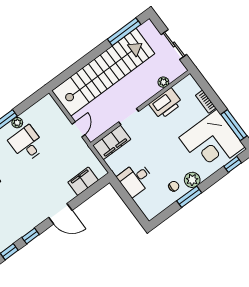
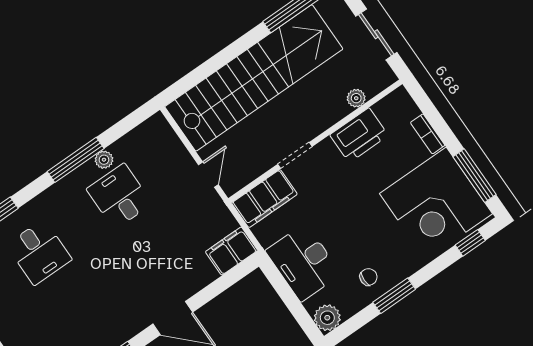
desk: (135, 179) -> (303, 262), width x1.37
plant: (192, 180) -> (327, 318), moved
filing cabinet: (83, 181) -> (231, 251), moved

